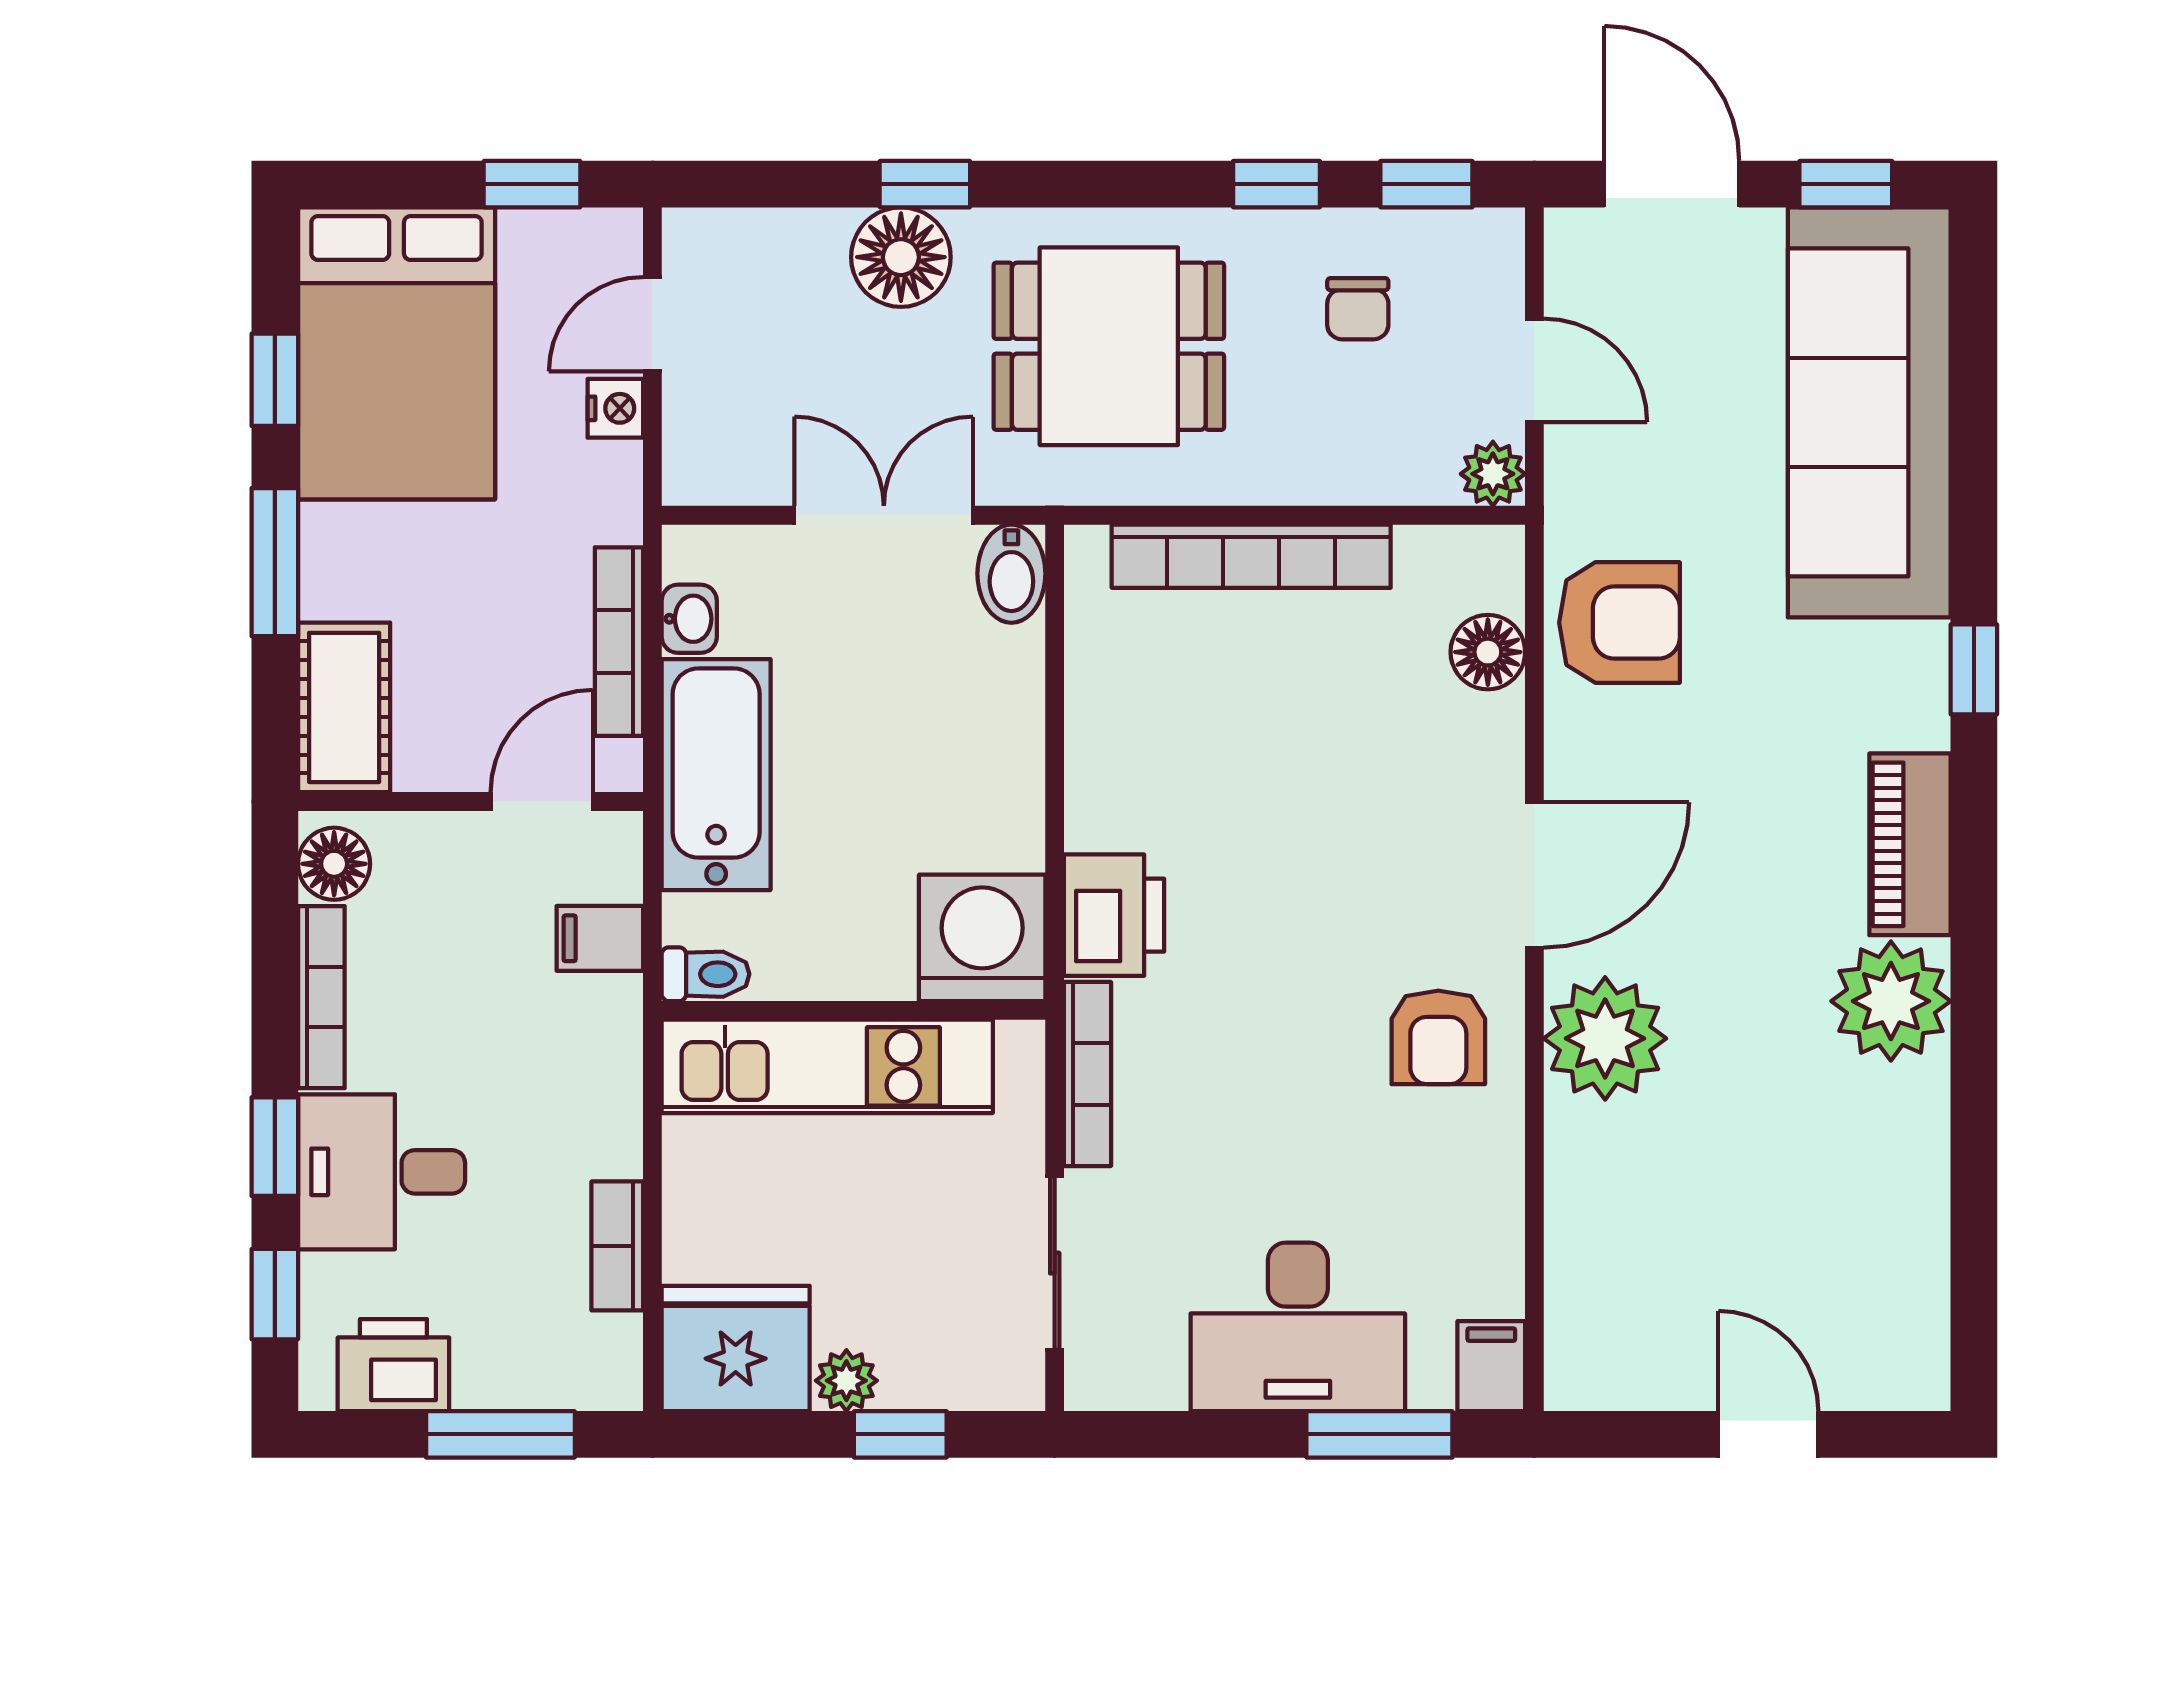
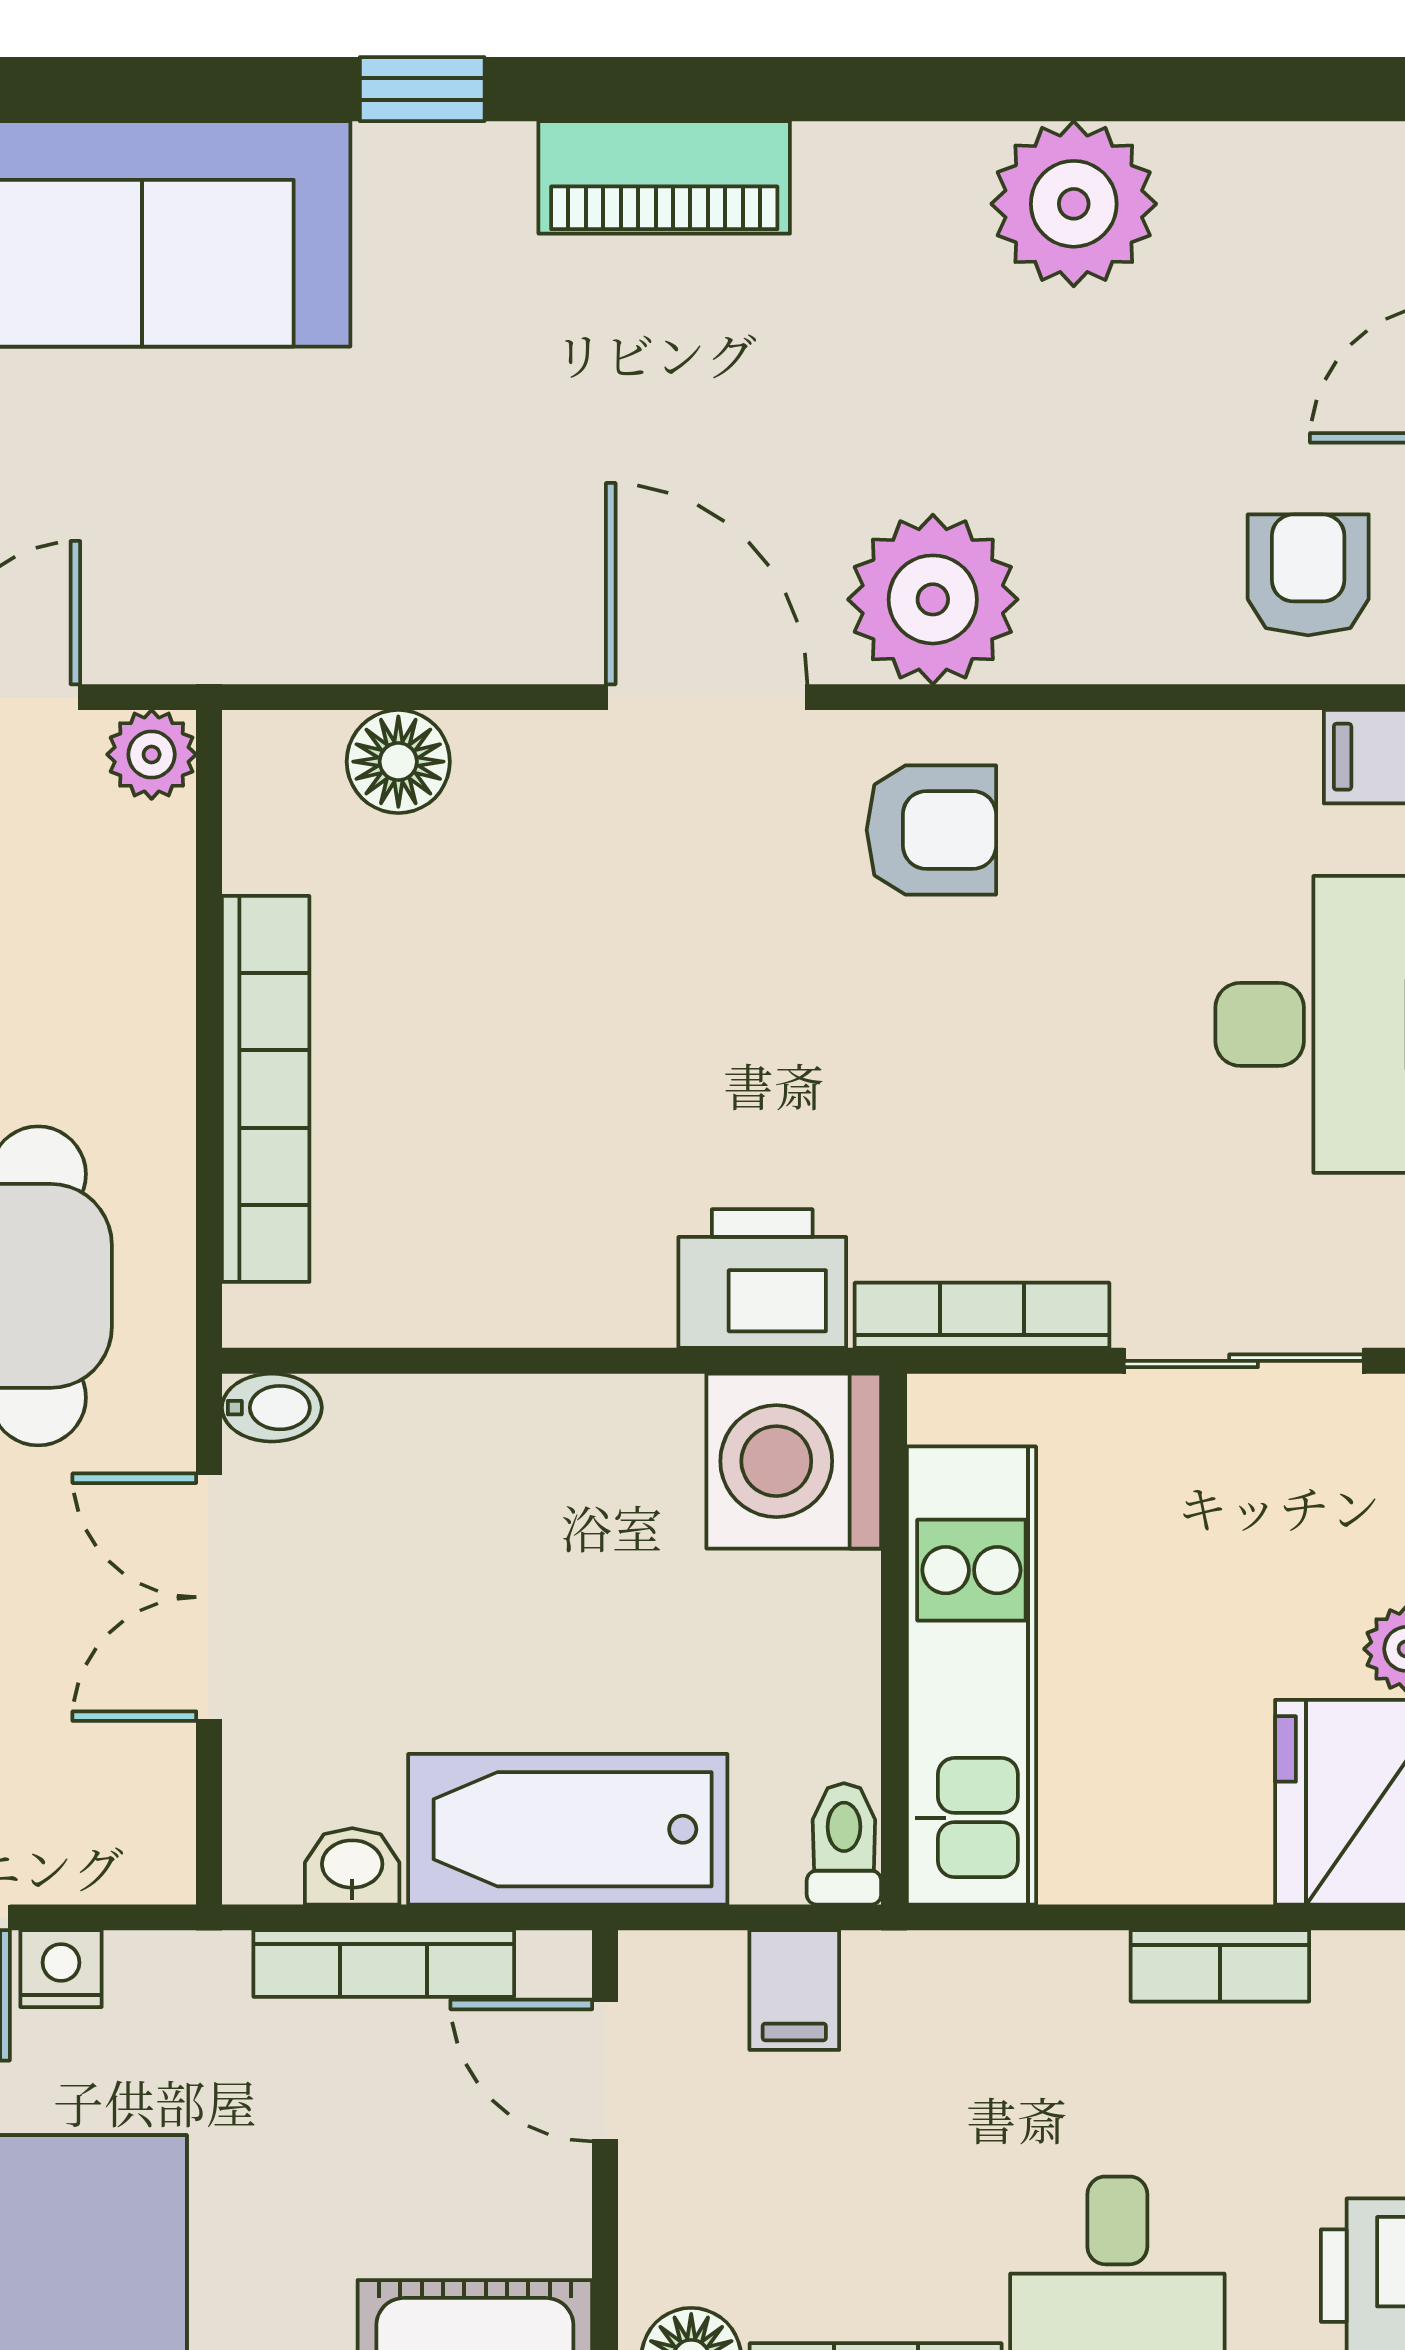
bidet: (1011, 574) -> (272, 1408), width x0.72, depth x0.74
armchair: (1619, 623) -> (1308, 575), moved, width x0.72, depth x0.72
plant: (1891, 1001) -> (1074, 204), moved

